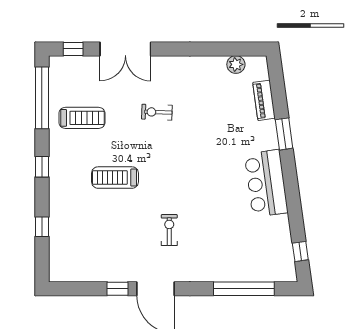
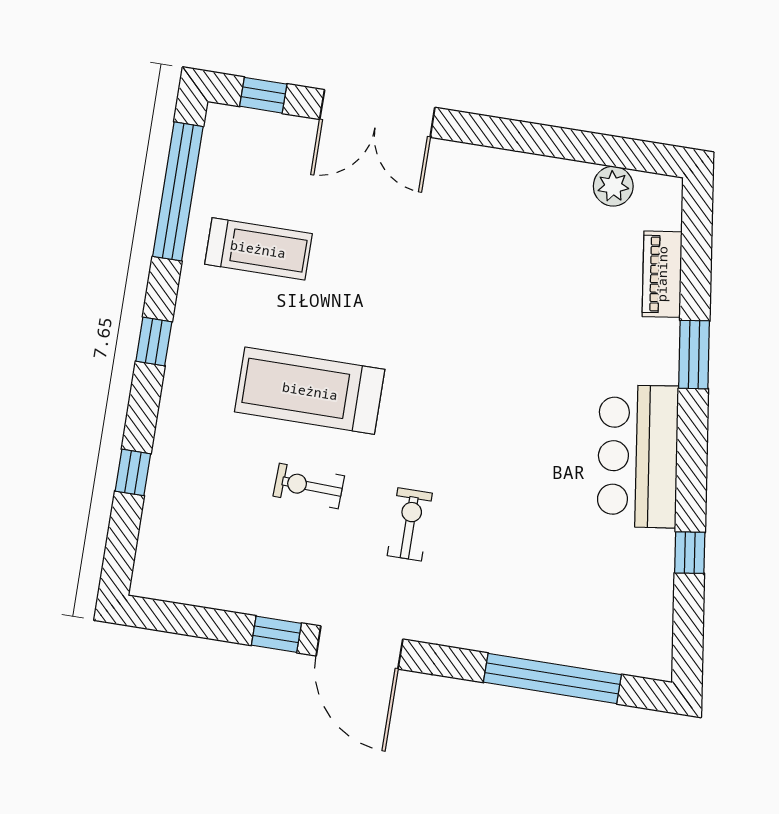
exercise bike: (157, 112) -> (309, 486), moved
treadmill: (115, 178) -> (310, 391), width x1.37, depth x1.38
window: (300, 251) -> (690, 553), moved

